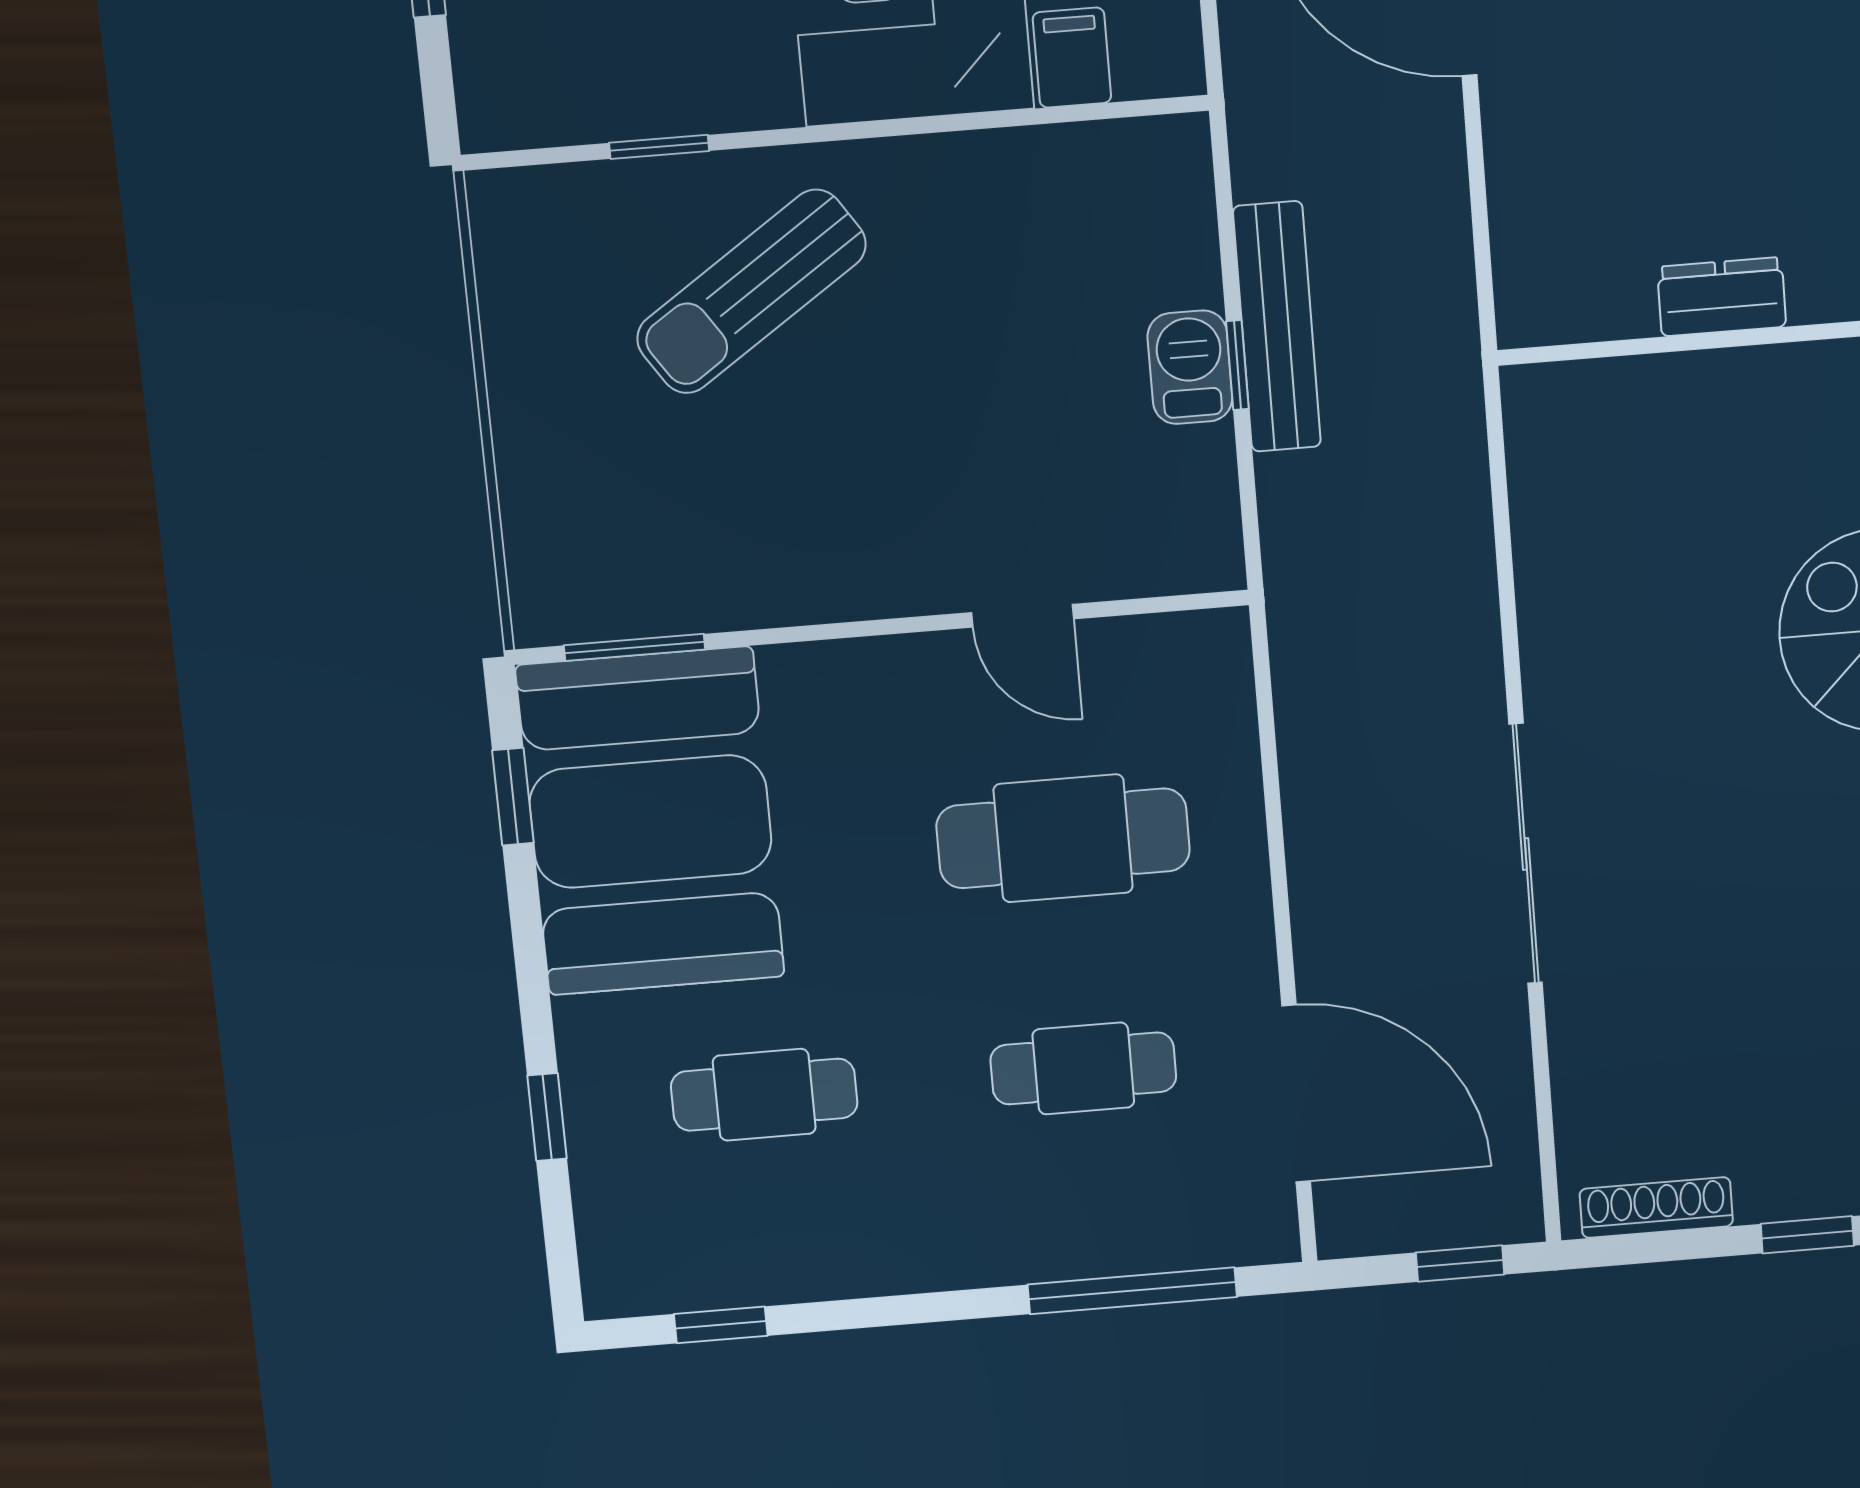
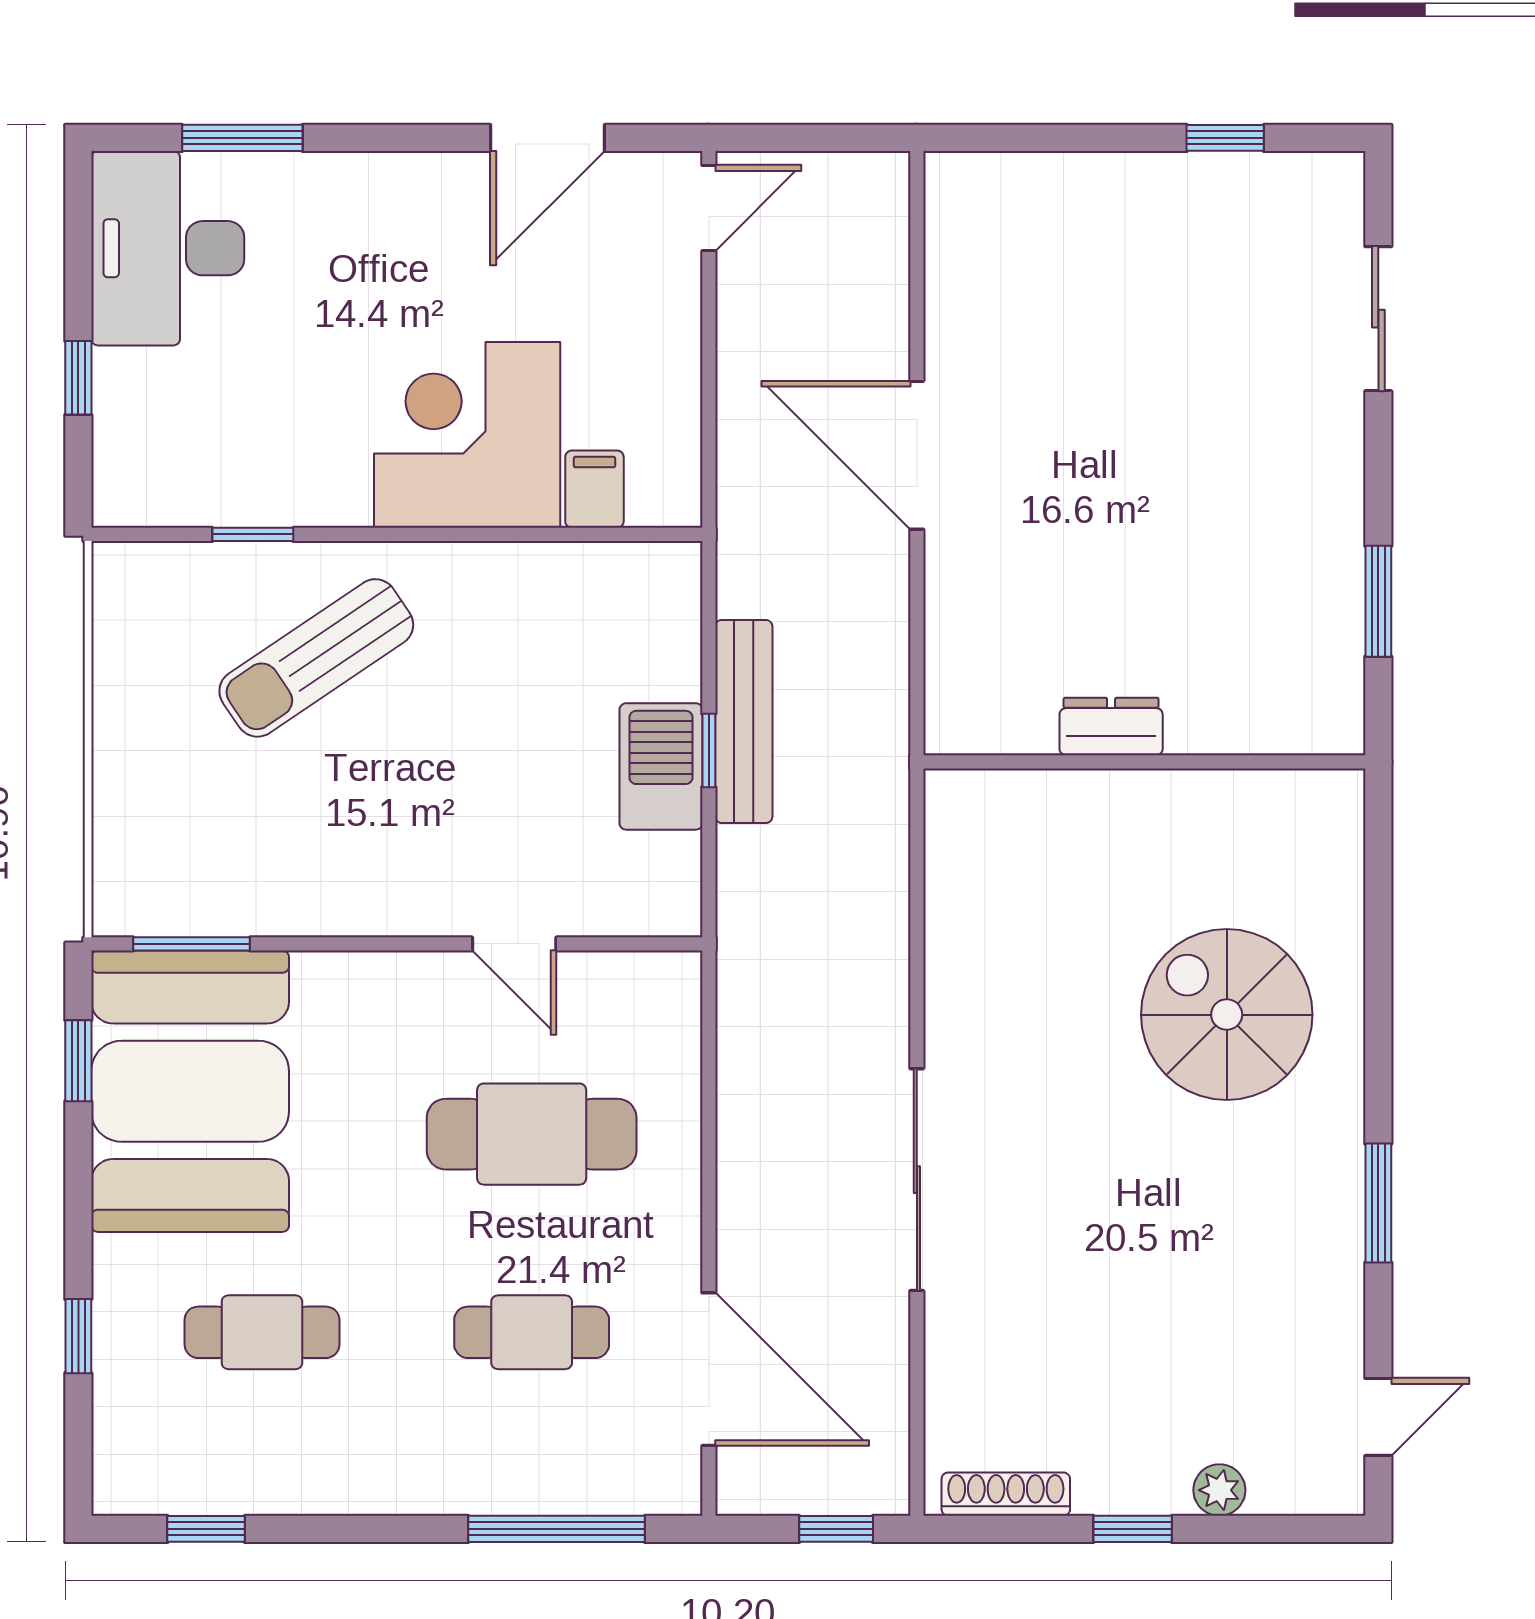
barbecue: (1190, 367) -> (661, 766), width x1.38, depth x1.27

